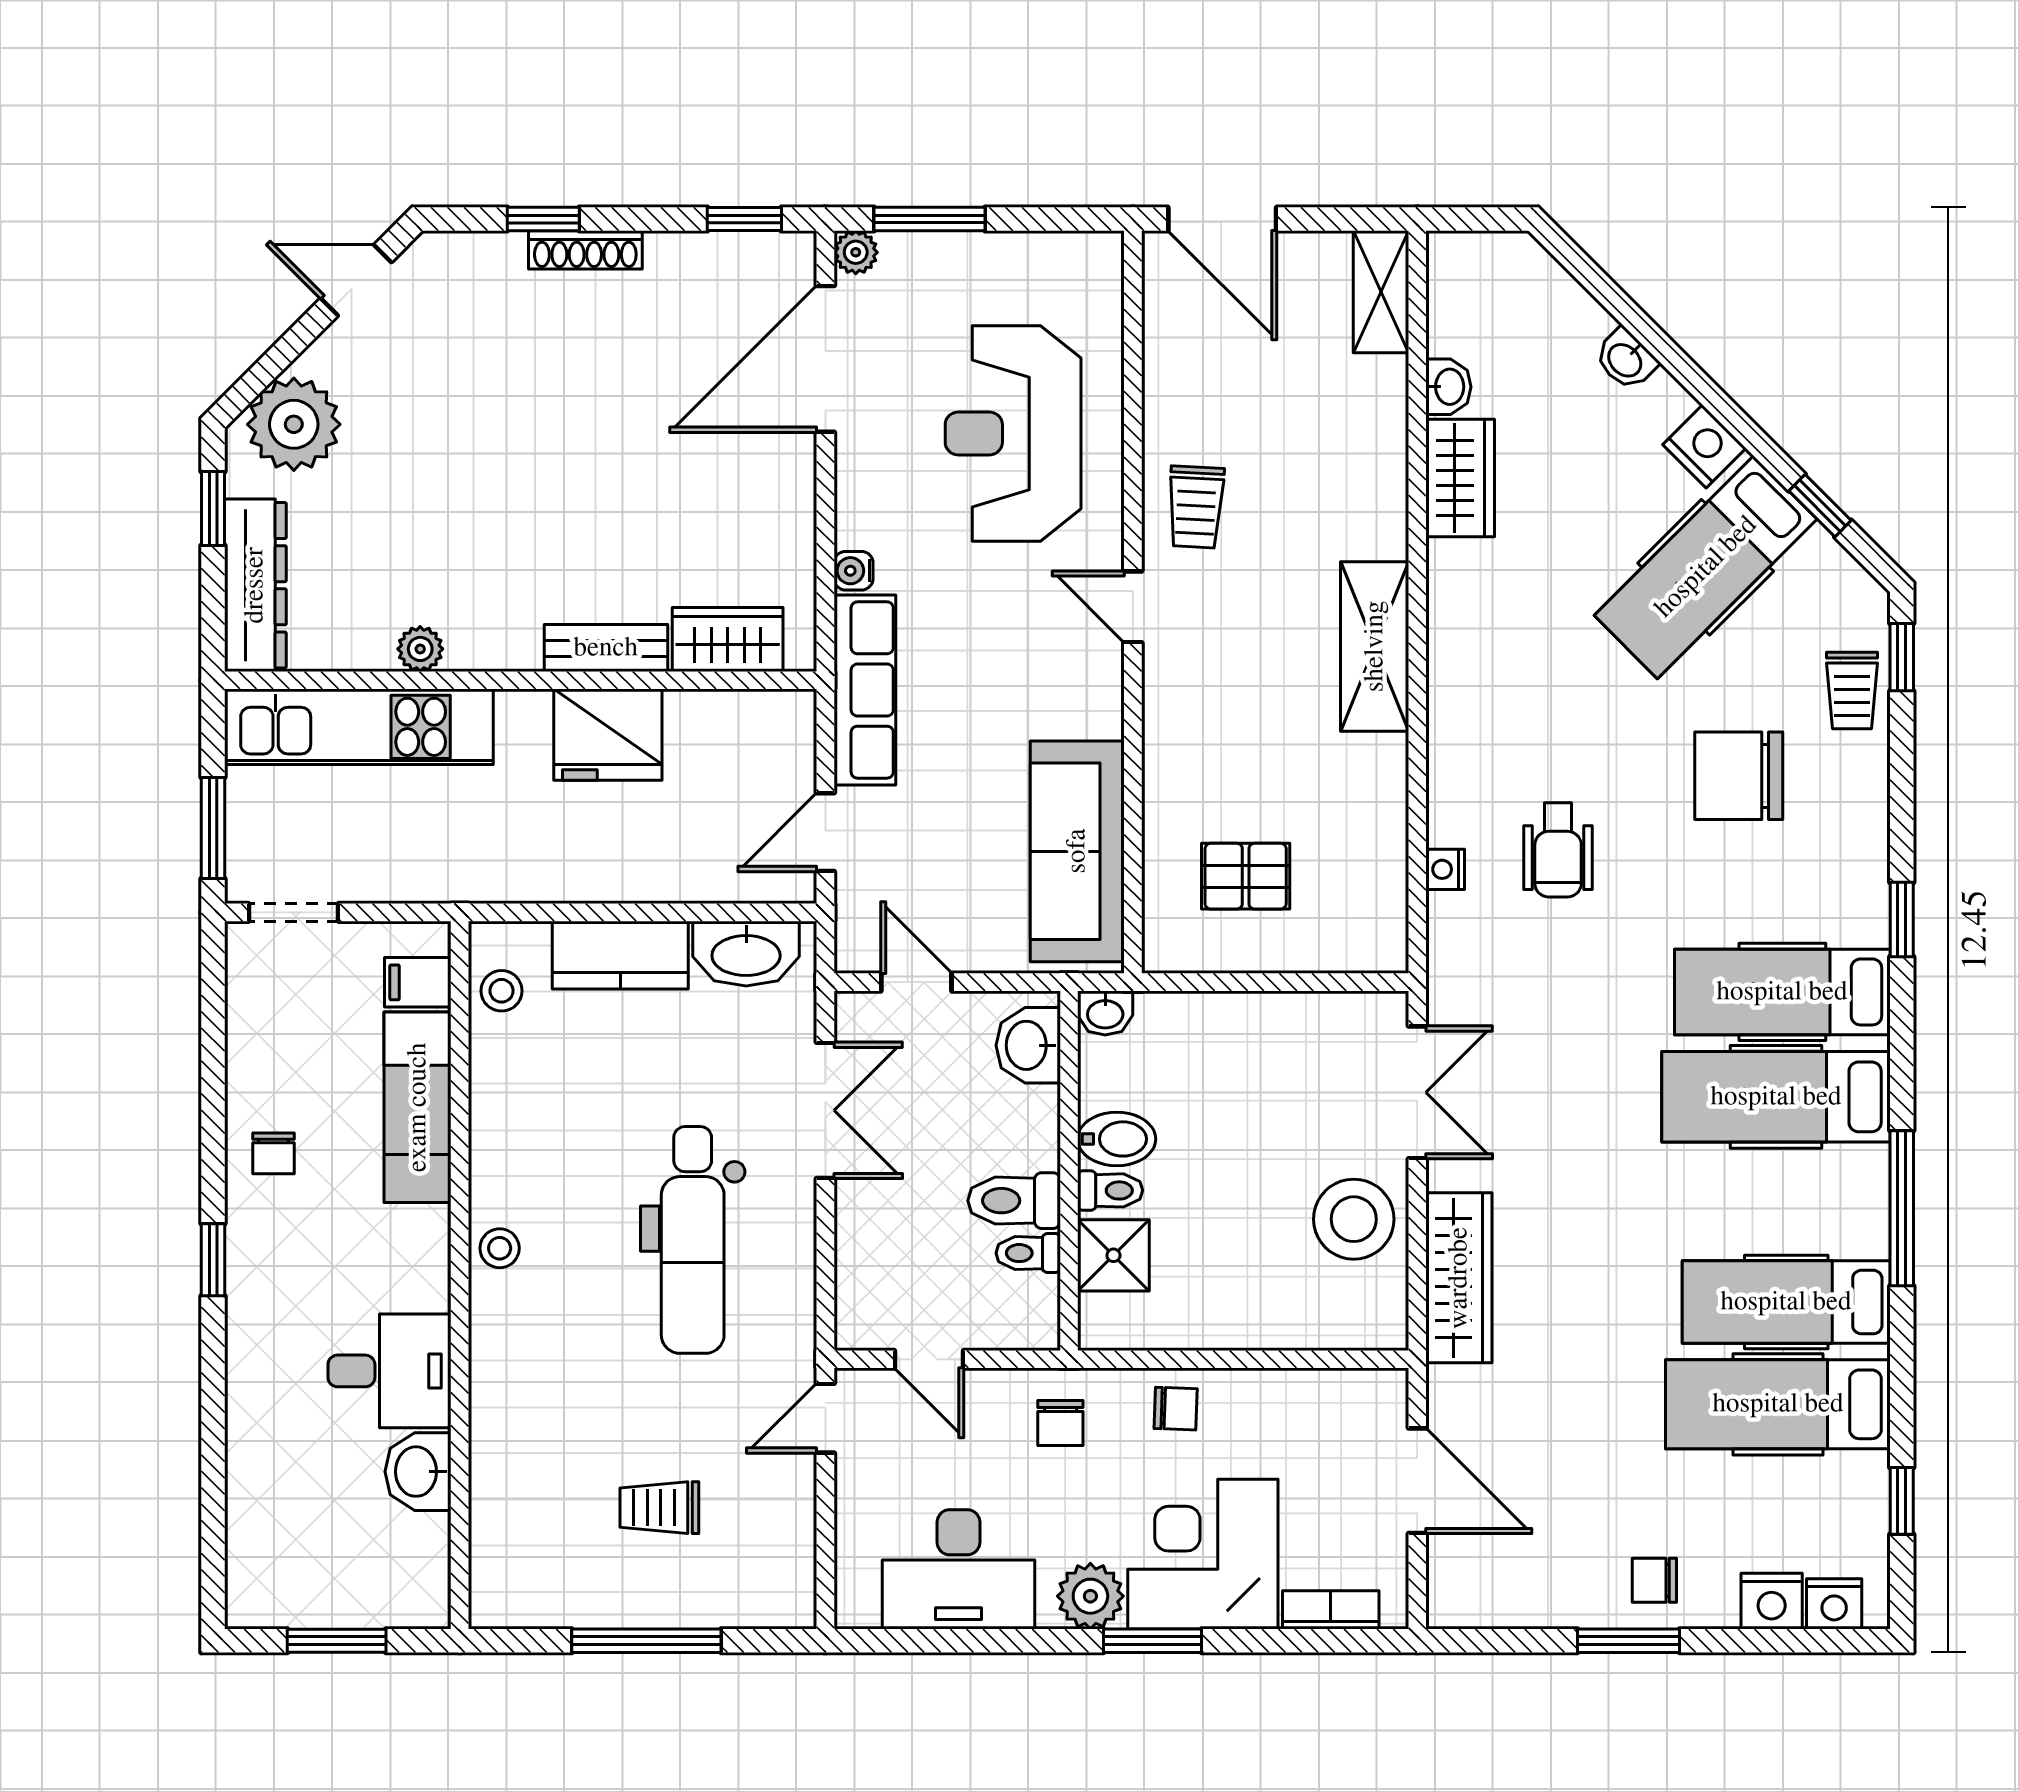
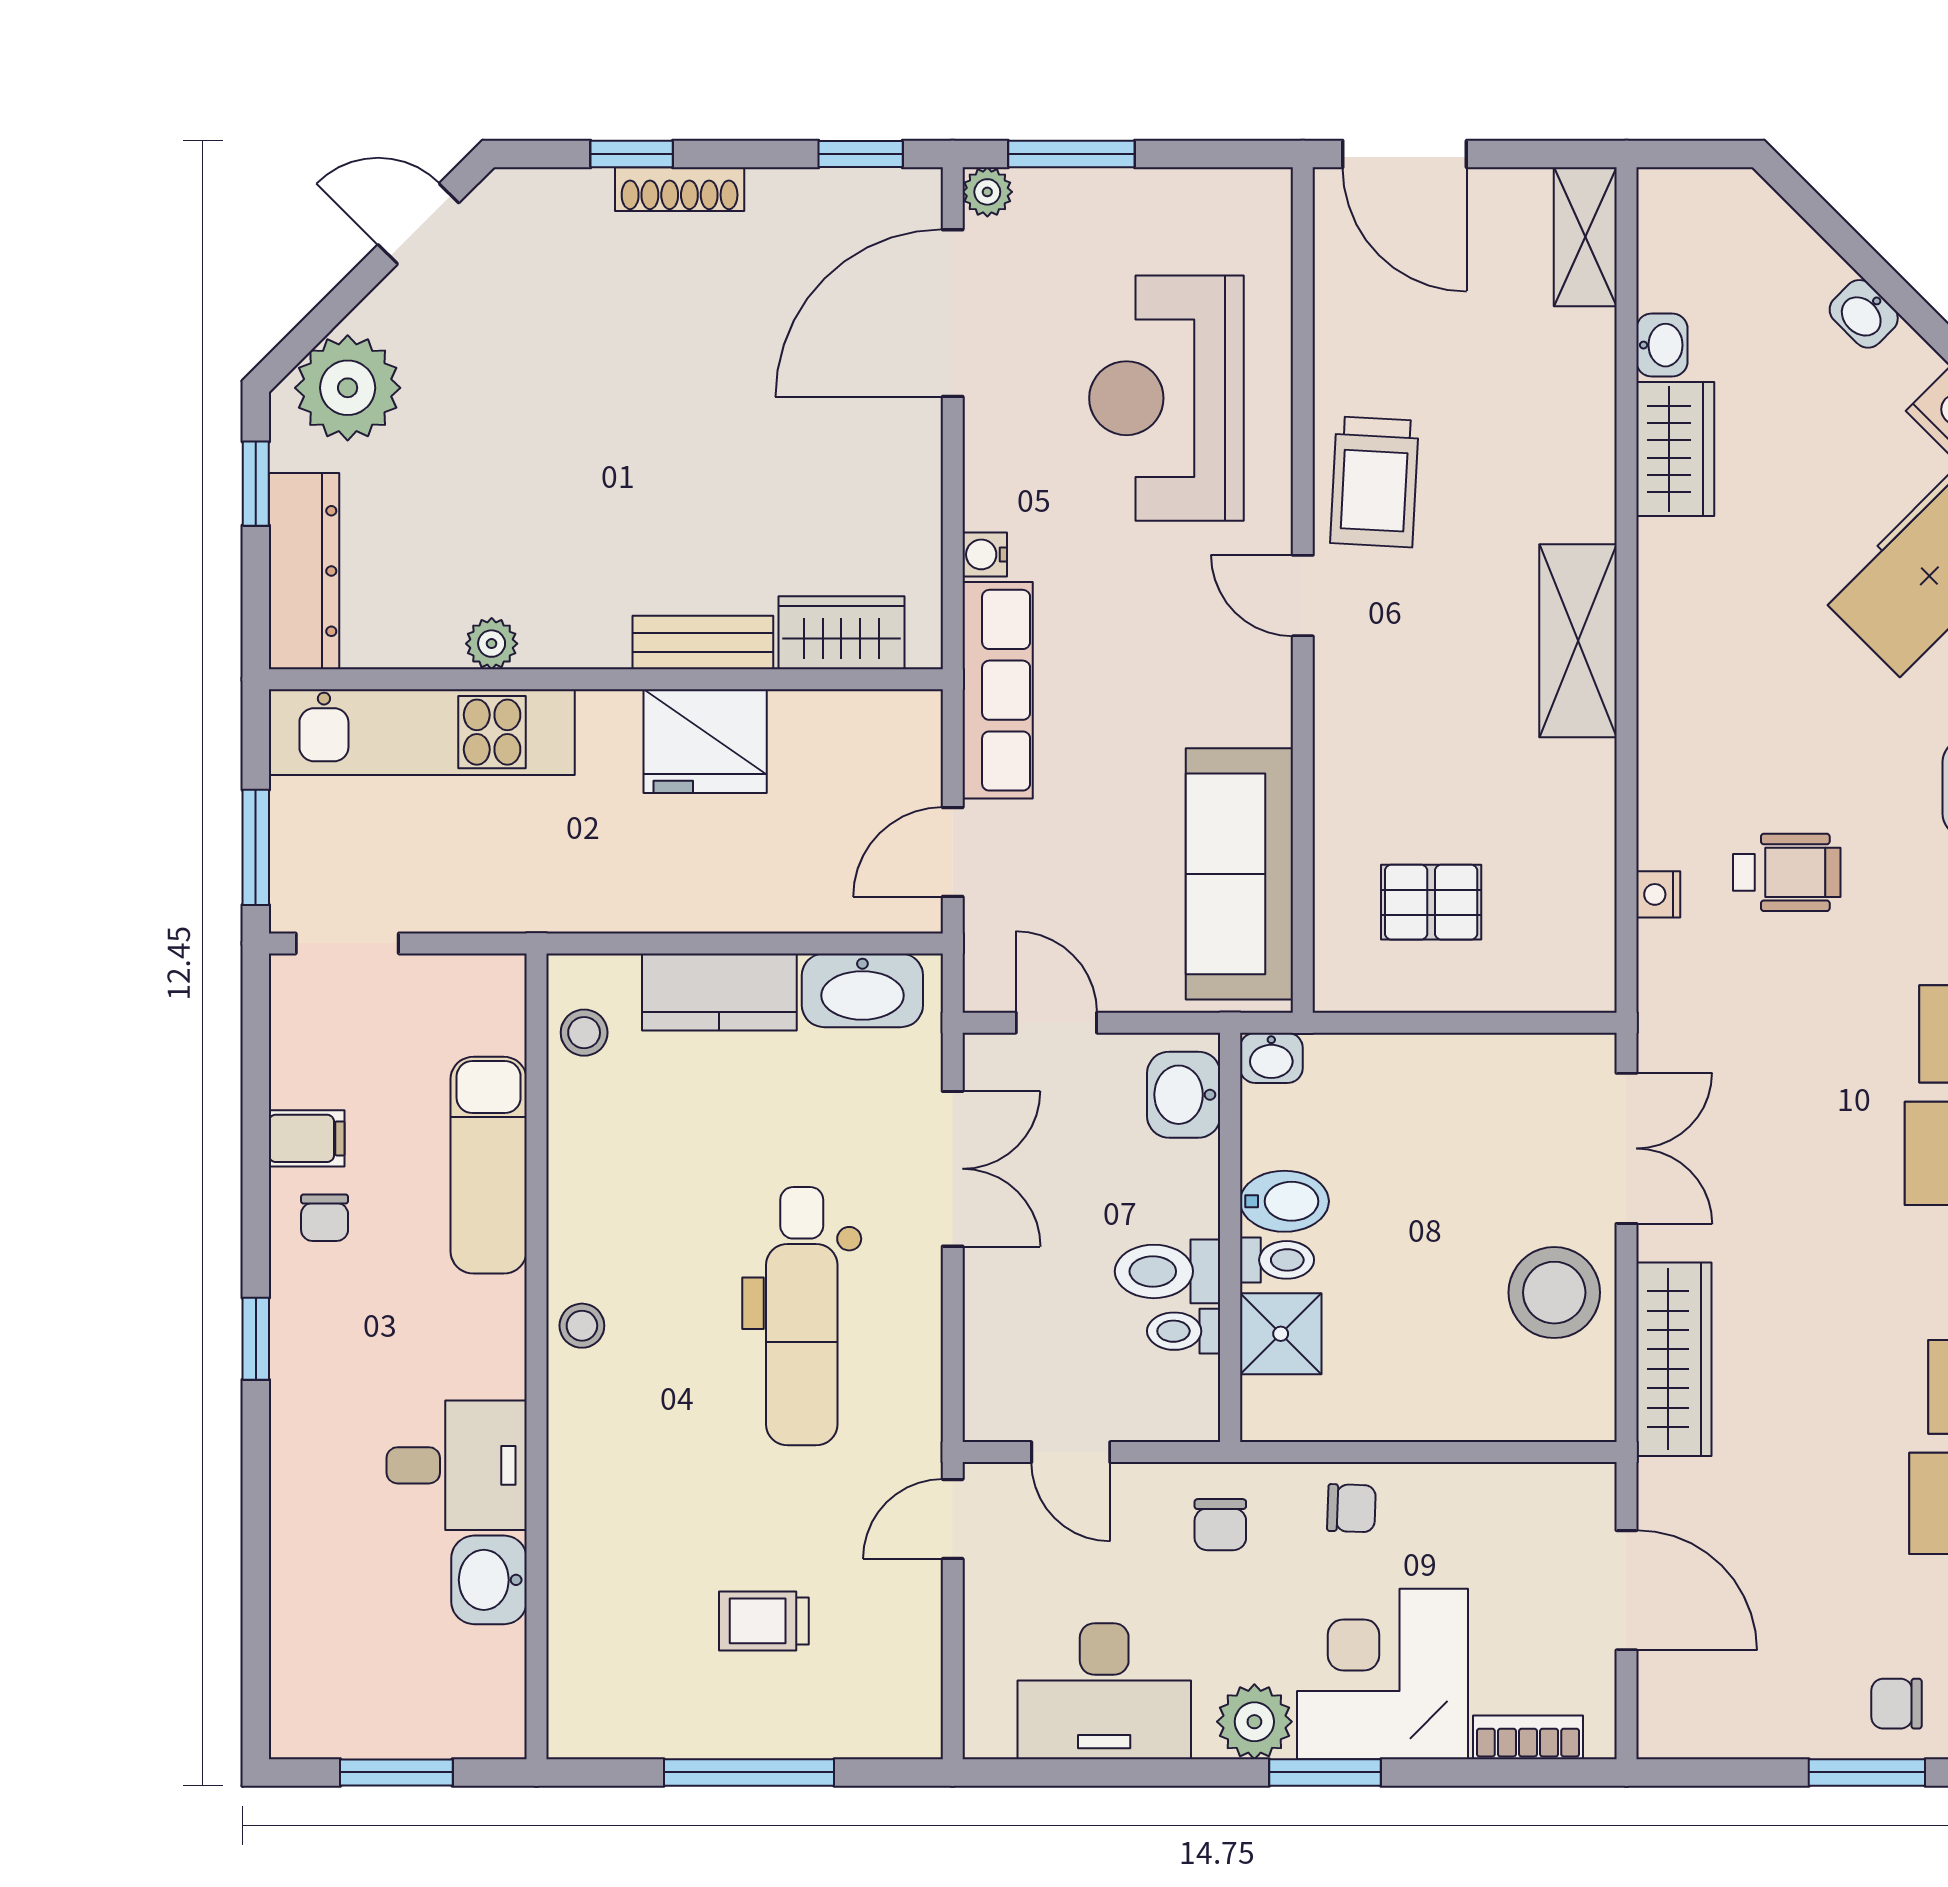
trolley: (1196, 507) -> (1375, 482), width x1.36, depth x1.39
wheelchair: (1558, 850) -> (1787, 872), turned -90
filing cabinet: (418, 982) -> (307, 1138), moved, turned 180

